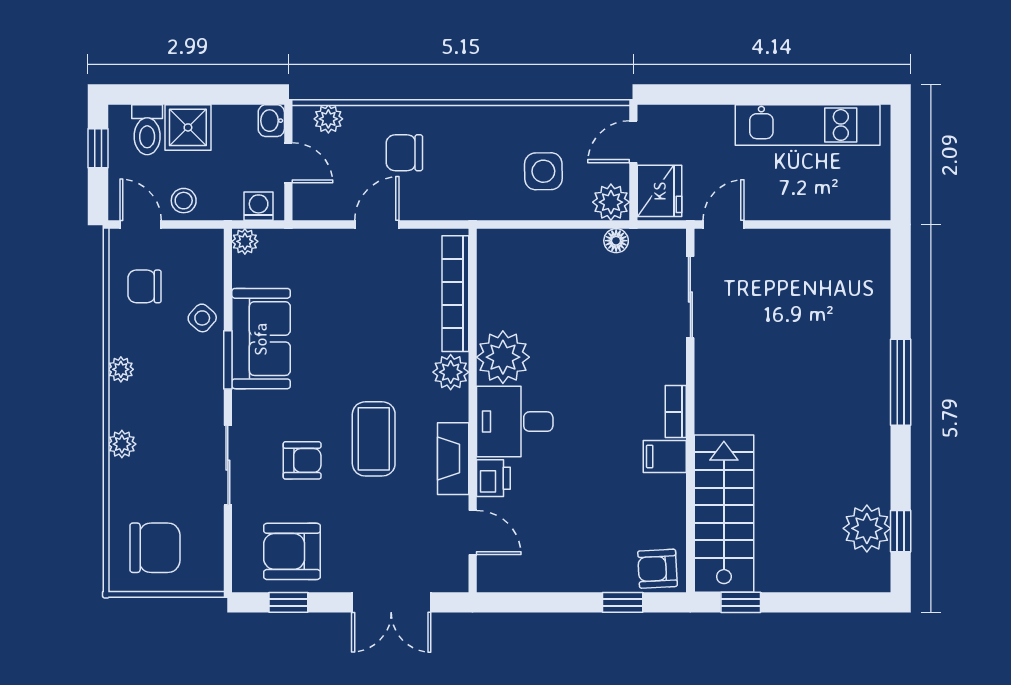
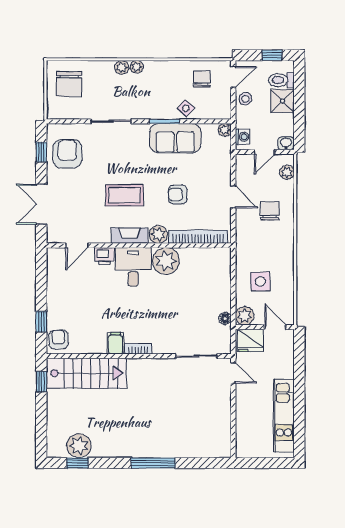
plant: (121, 369) -> (137, 67), moved
fireplace: (453, 459) -> (130, 236), moved
armchair: (302, 460) -> (178, 194), moved, turned 90

